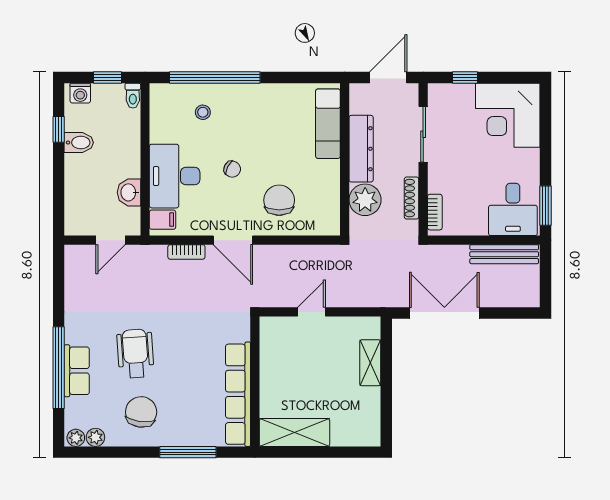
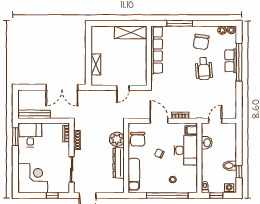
exam couch: (328, 124) -> (134, 174), moved
dresser: (361, 149) -> (119, 163), moved
wall: (345, 159) -> (126, 158), moved
plant: (365, 200) -> (117, 139), moved

